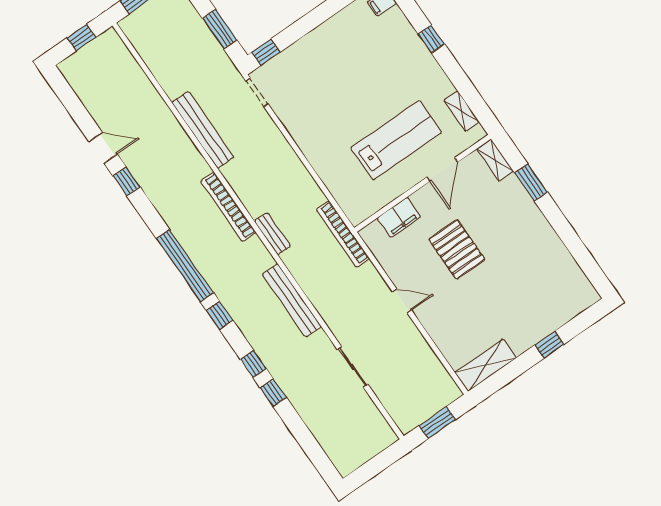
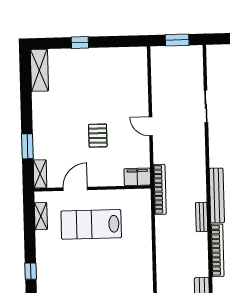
filing cabinet: (399, 217) -> (137, 177), moved
pallet: (457, 249) -> (98, 136), width x0.67, depth x0.71
bench: (292, 300) -> (217, 196), moved
shelving: (485, 365) -> (39, 70), moved, turned 90

